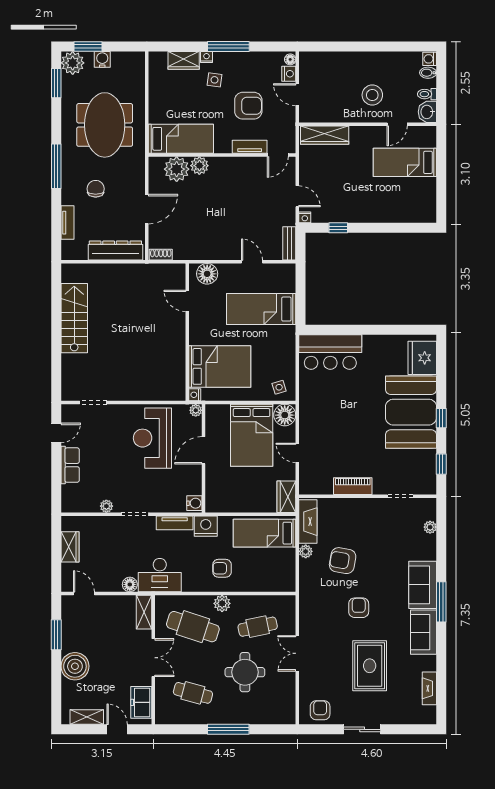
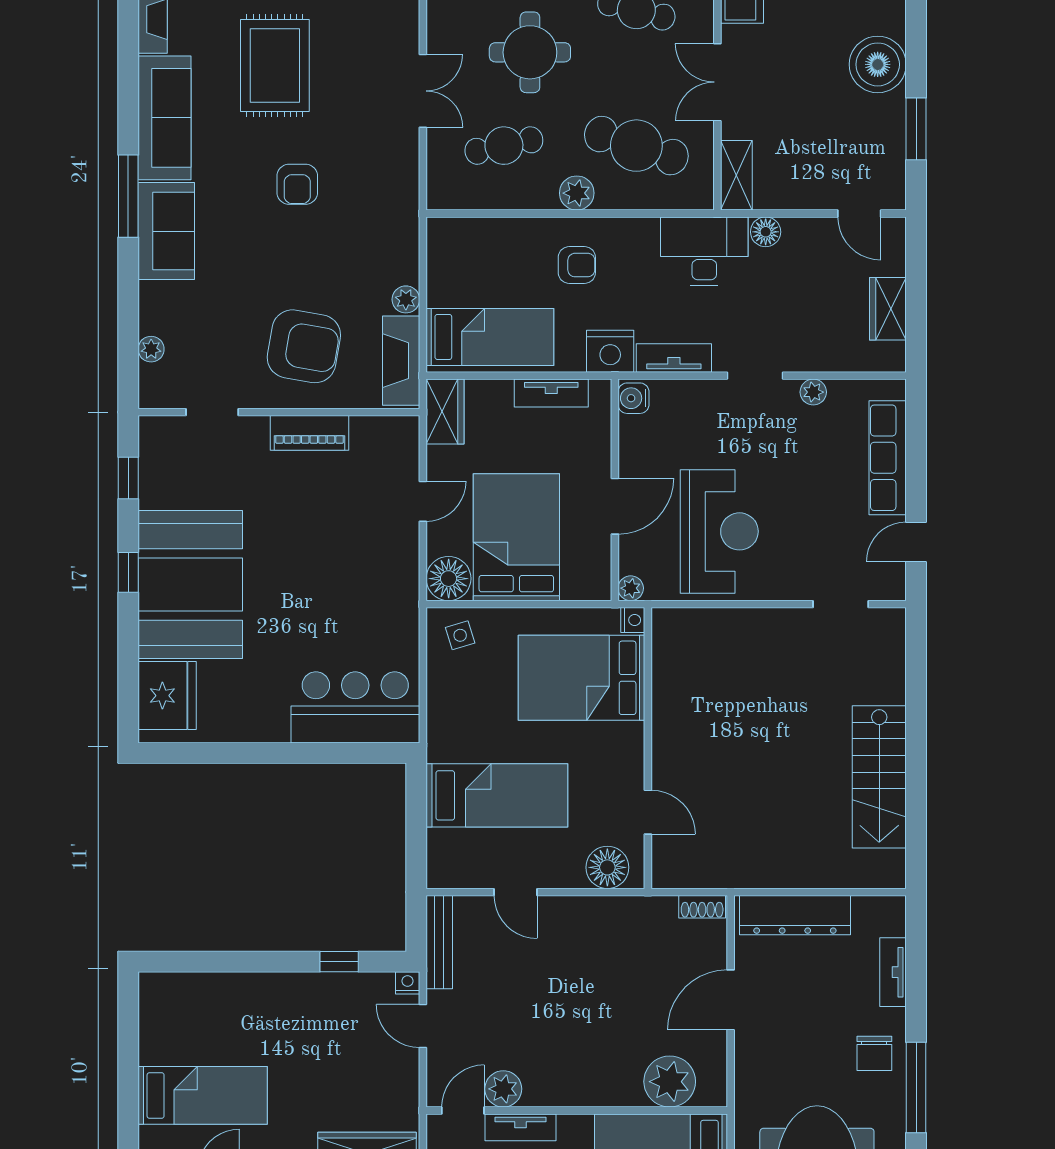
plant: (199, 166) -> (503, 1089), moved
chair: (96, 189) -> (874, 1053), moved
bench: (289, 243) -> (439, 942), width x1.36
door: (297, 453) -> (423, 501), hinge flipped
row of seats: (70, 465) -> (888, 458), width x1.48
tv unit: (235, 506) -> (551, 393), added
armchair: (343, 561) -> (304, 346), moved, width x1.36, depth x1.36
sofa: (424, 632) -> (164, 118), width x1.36

